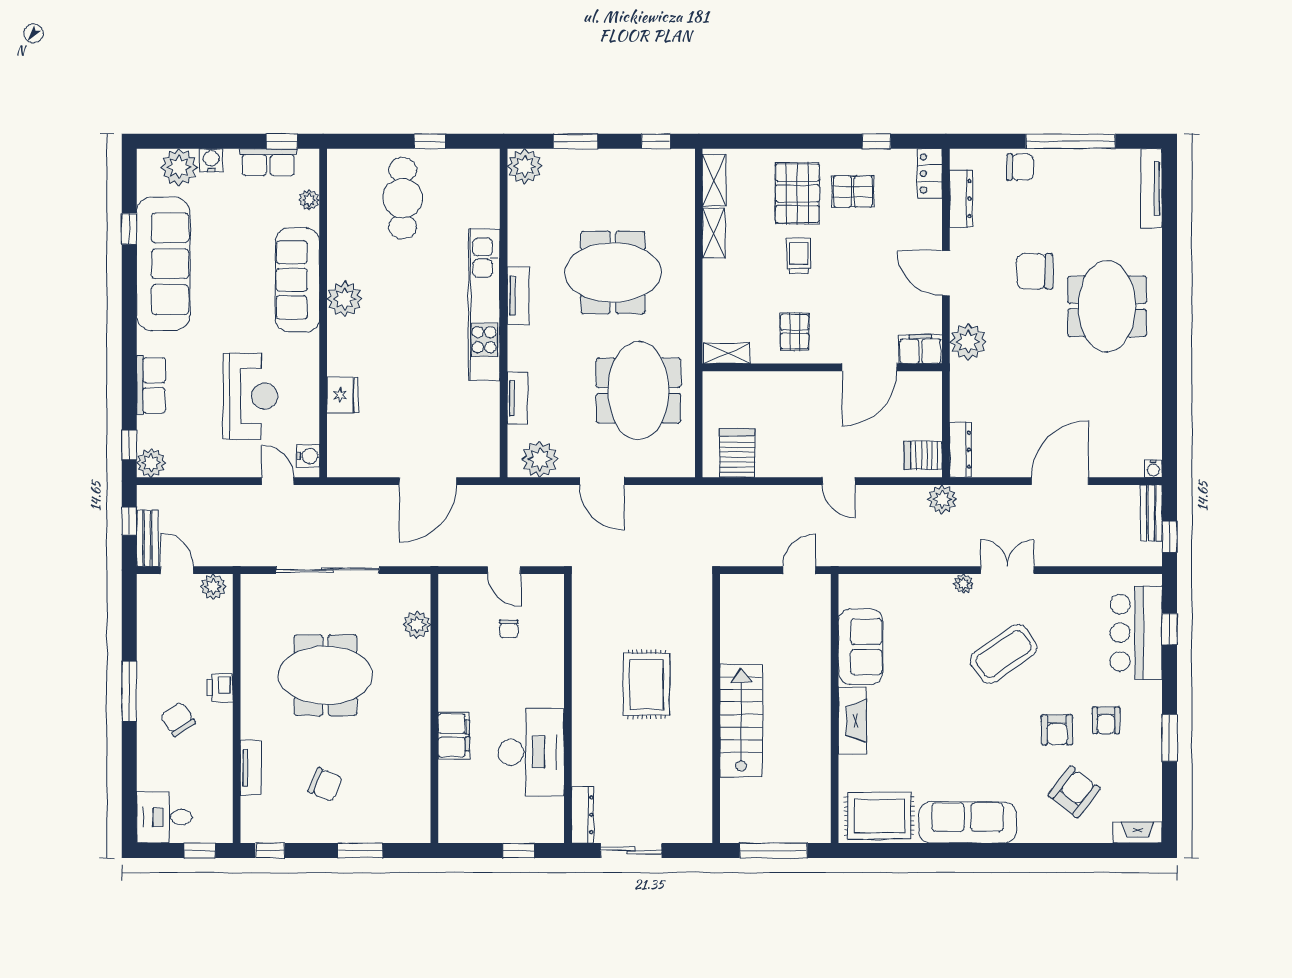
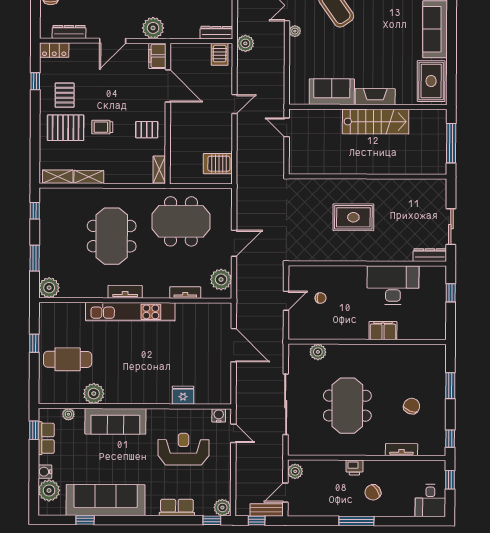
plant: (345, 299) -> (94, 394), moved
door: (278, 481) -> (233, 433), swing flipped
stairs: (741, 721) -> (376, 122), moved, turned 180

